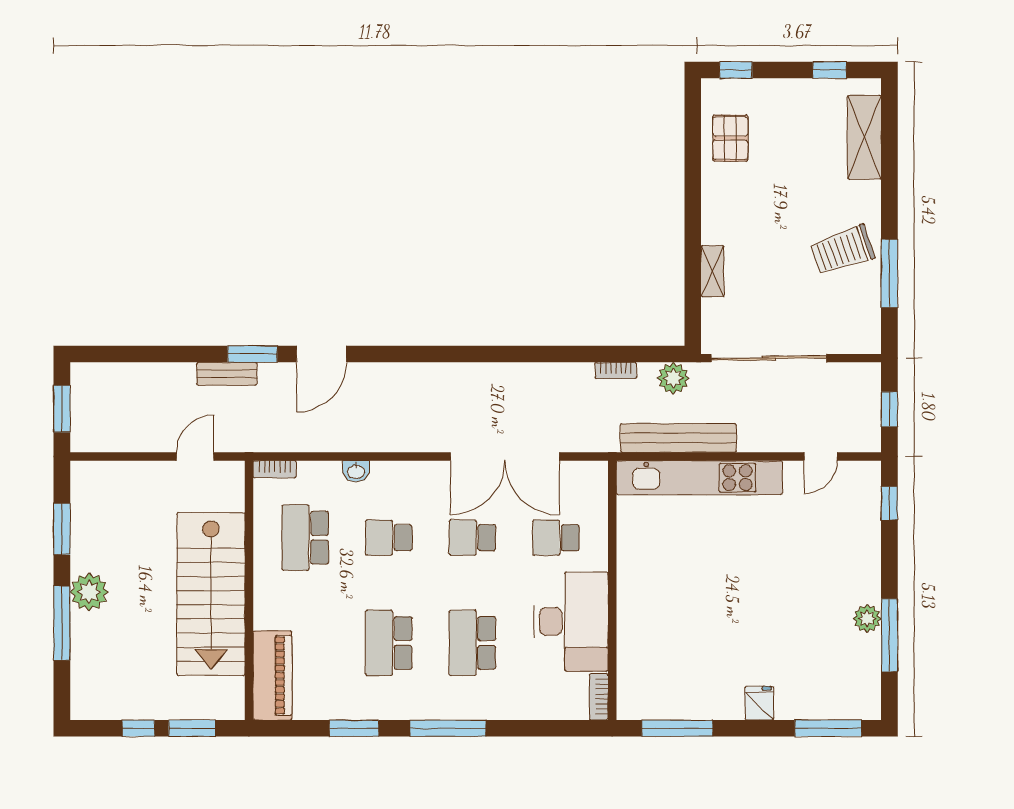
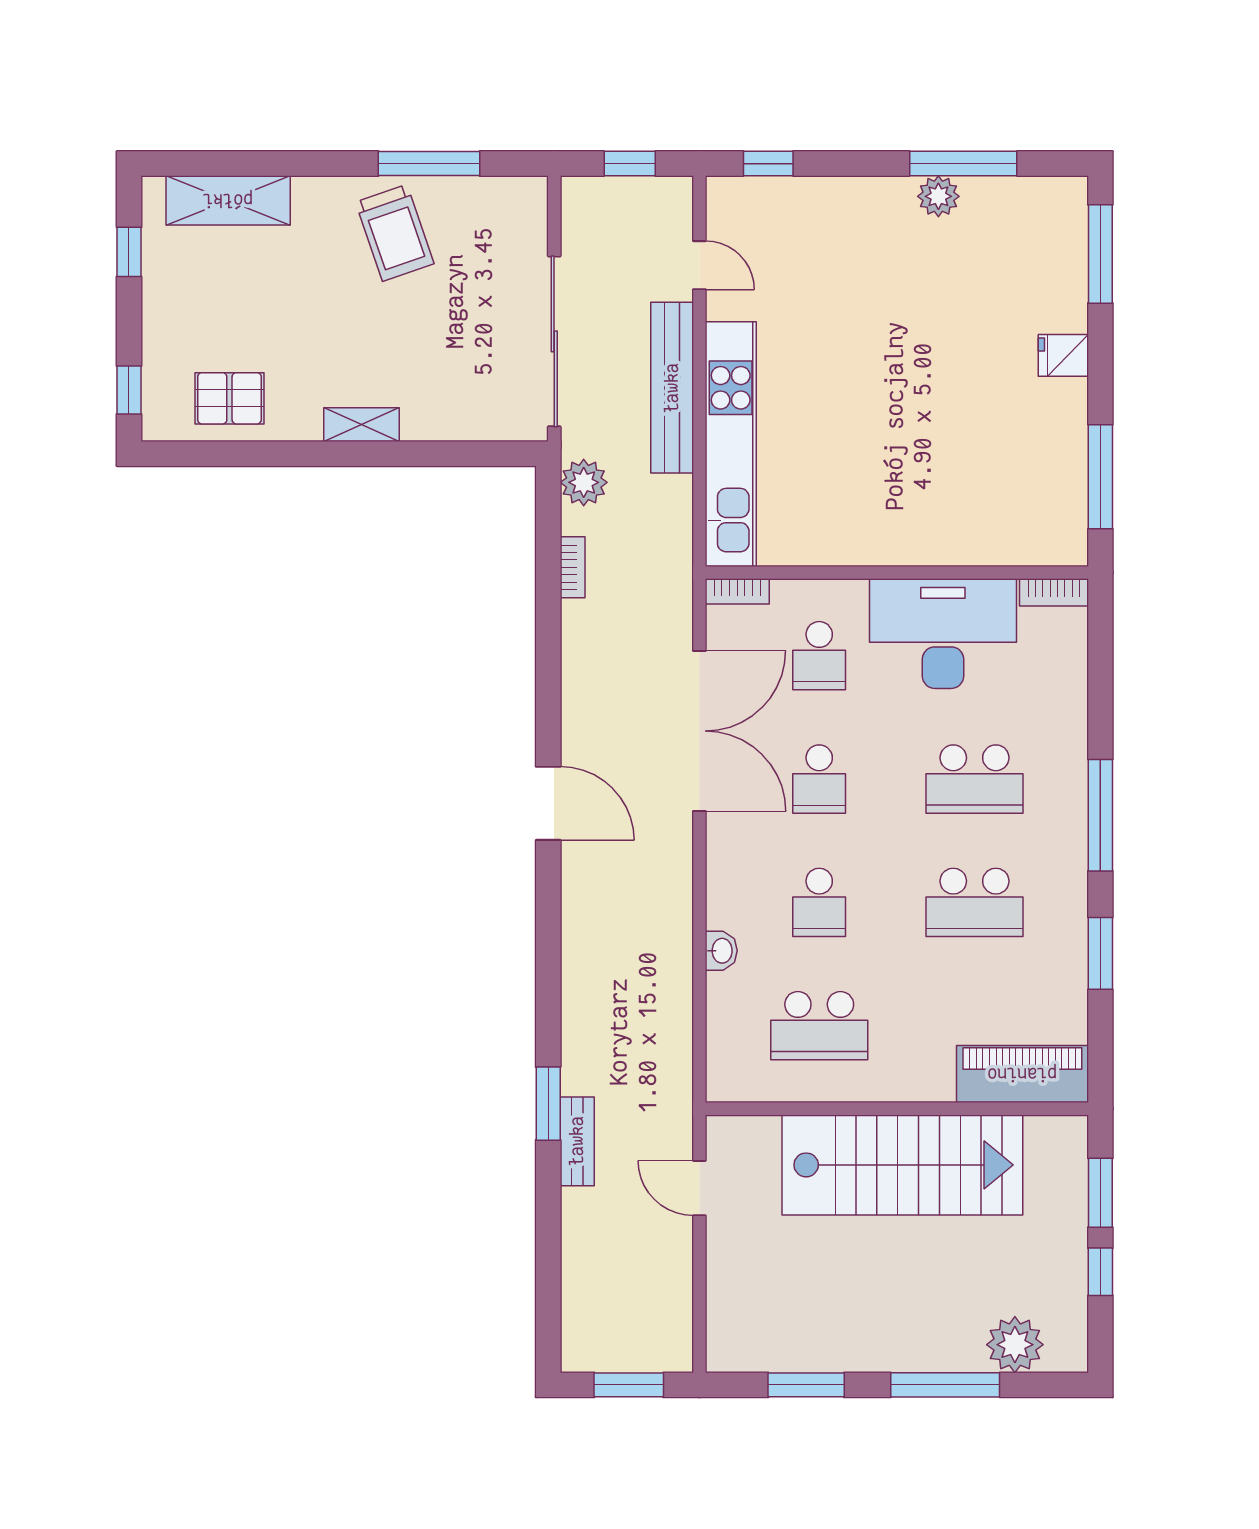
shelving: (712, 271) -> (361, 425), moved
door: (321, 354) -> (548, 803), moved
bench: (678, 438) -> (672, 388), moved
bookcase: (275, 469) -> (737, 591), moved, turned 90
plant: (89, 592) -> (1015, 1345), moved

